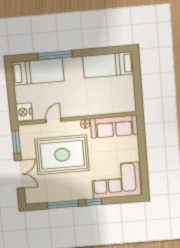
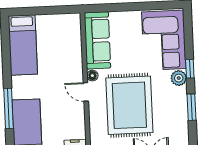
door: (53, 120) -> (86, 92), moved
plant: (86, 193) -> (179, 78), added
window: (63, 204) -> (192, 107), width x0.69

